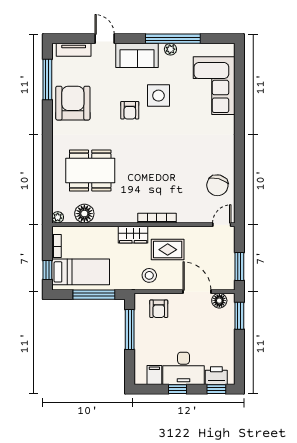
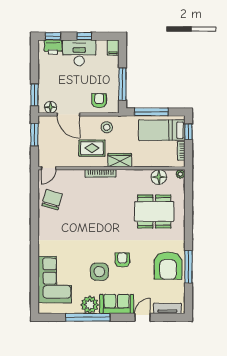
door: (105, 39) -> (143, 317), swing flipped
plant: (170, 49) -> (90, 305), width x1.88, depth x1.88
window: (47, 79) -> (189, 267), moved
filing cabinet: (154, 375) -> (113, 47), moved

